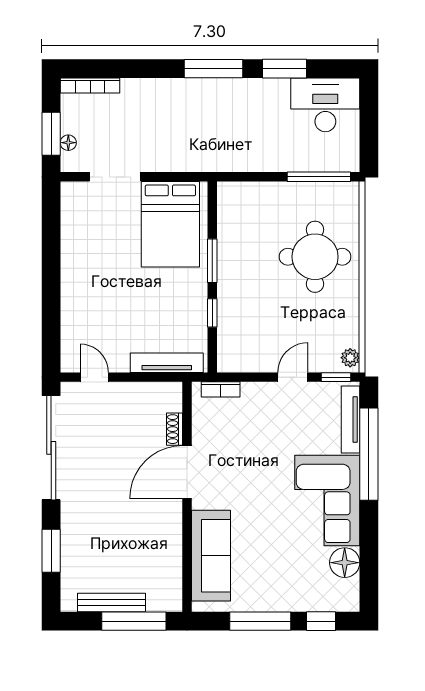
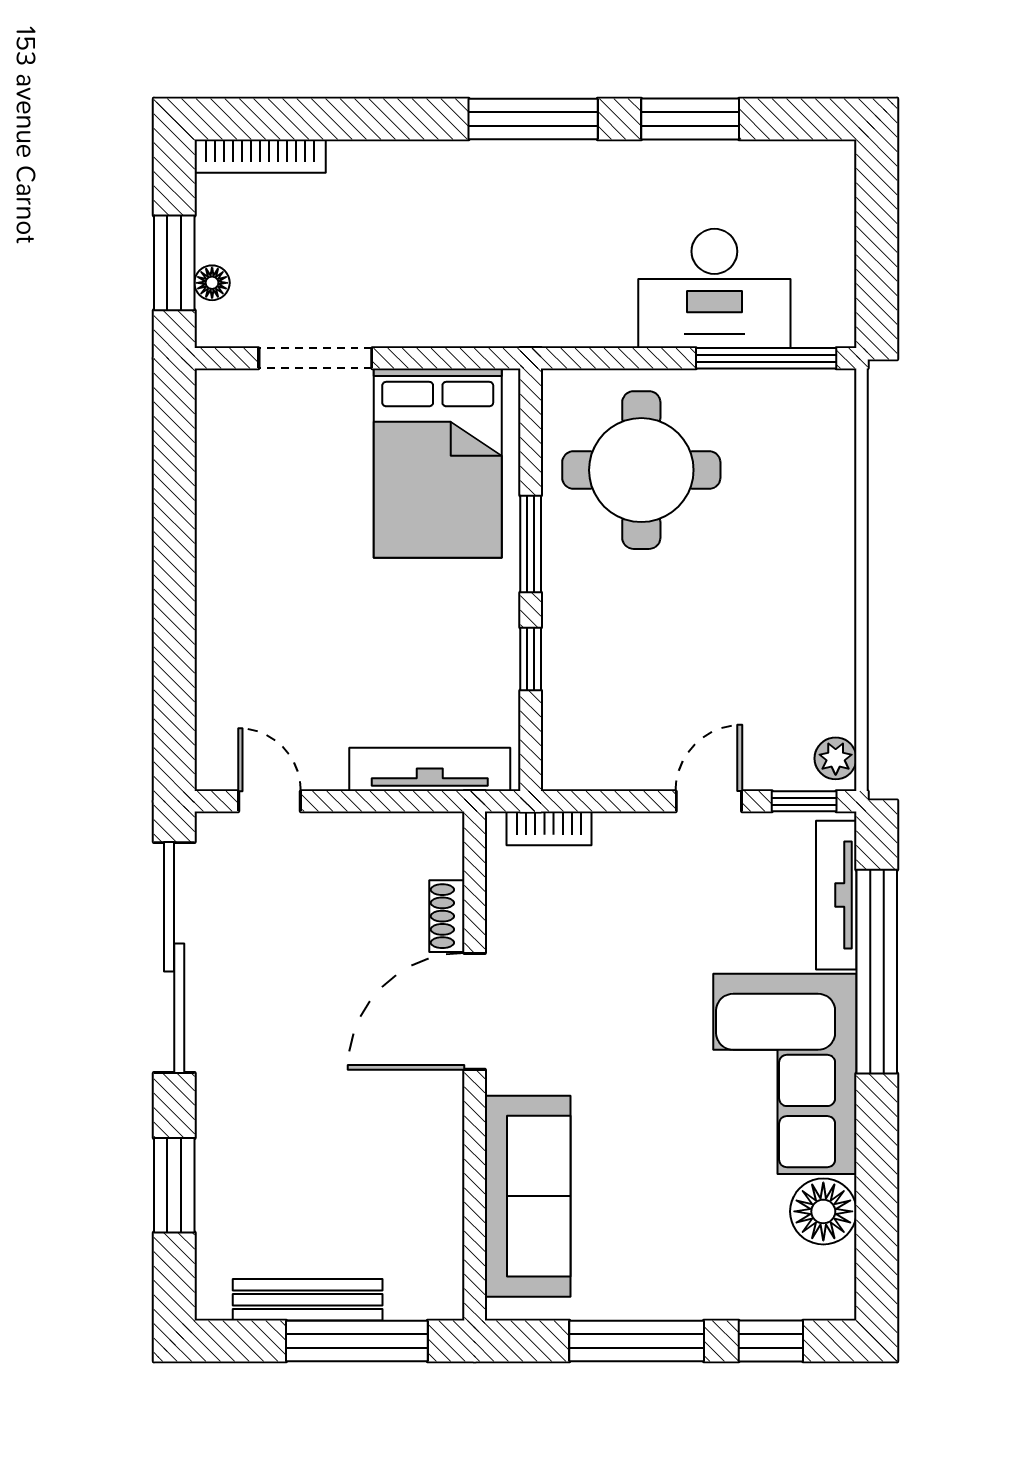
desk: (325, 105) -> (714, 288), moved, turned 180
round table: (315, 257) -> (641, 470), moved

